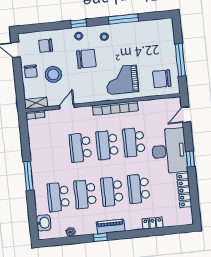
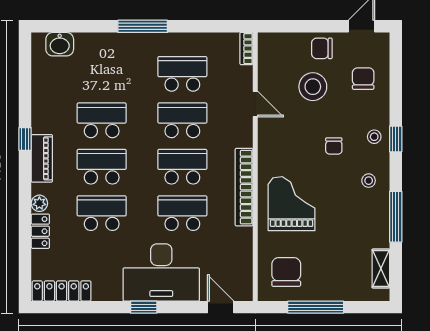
chair: (86, 59) -> (334, 146), width x0.54, depth x0.54
shelving: (36, 103) -> (381, 268), moved
locker: (184, 190) -> (62, 291), moved
school desk: (58, 197) -> (182, 74), moved
plant: (71, 232) -> (39, 203), moved

